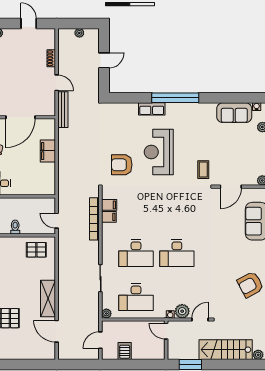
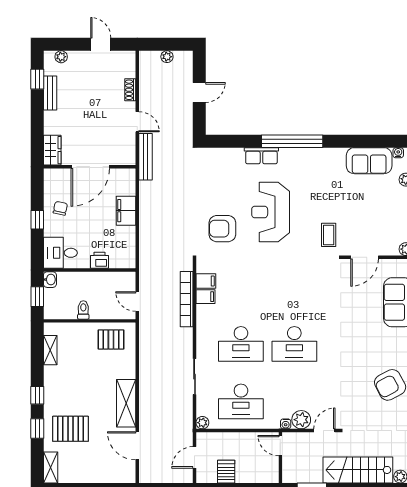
printer: (28, 189) -> (100, 260), added

